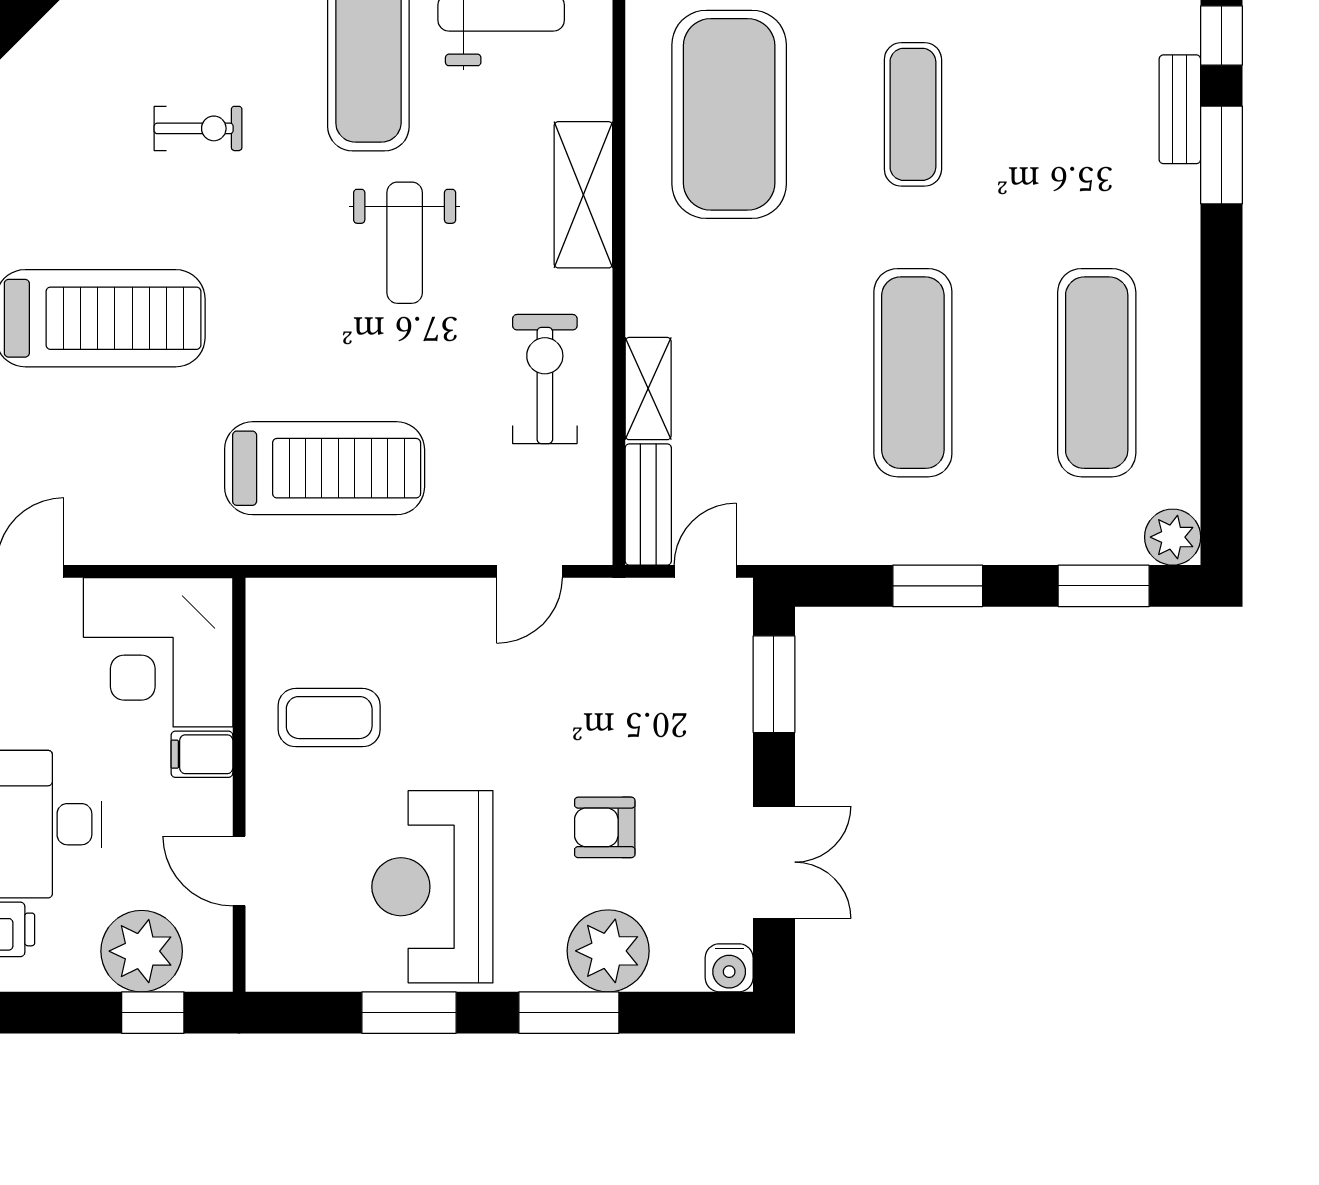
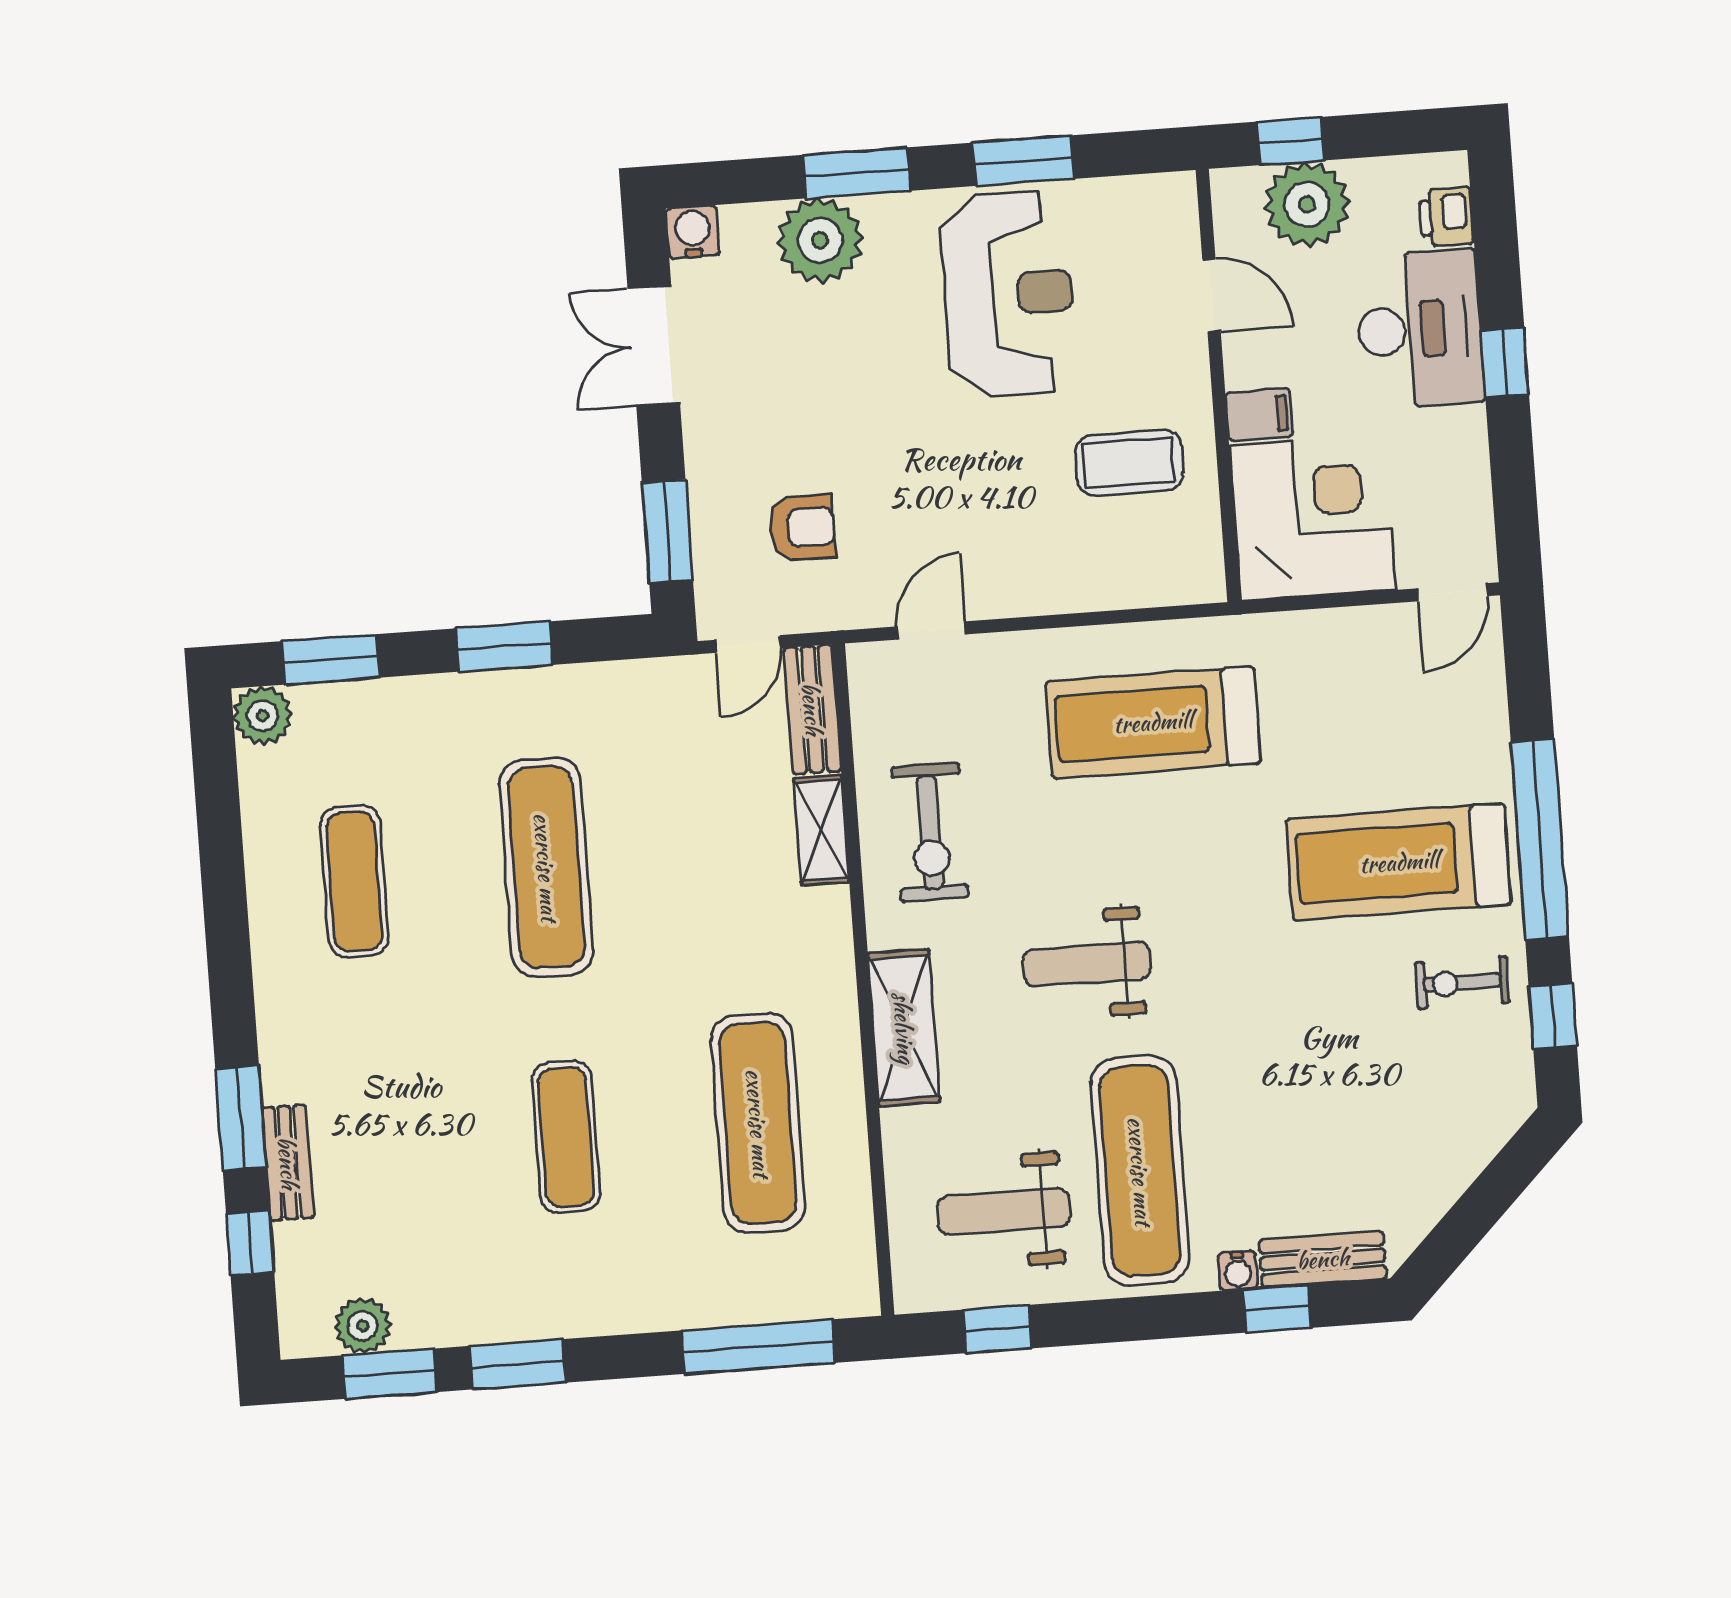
exercise mat: (729, 114) -> (758, 1123), width x0.68
exercise bike: (198, 128) -> (1462, 983), moved
weight bench: (405, 243) -> (1087, 964), turned -90
exercise mat: (1097, 373) -> (354, 881), width x0.73, depth x0.69
armchair: (605, 827) -> (802, 528), moved

